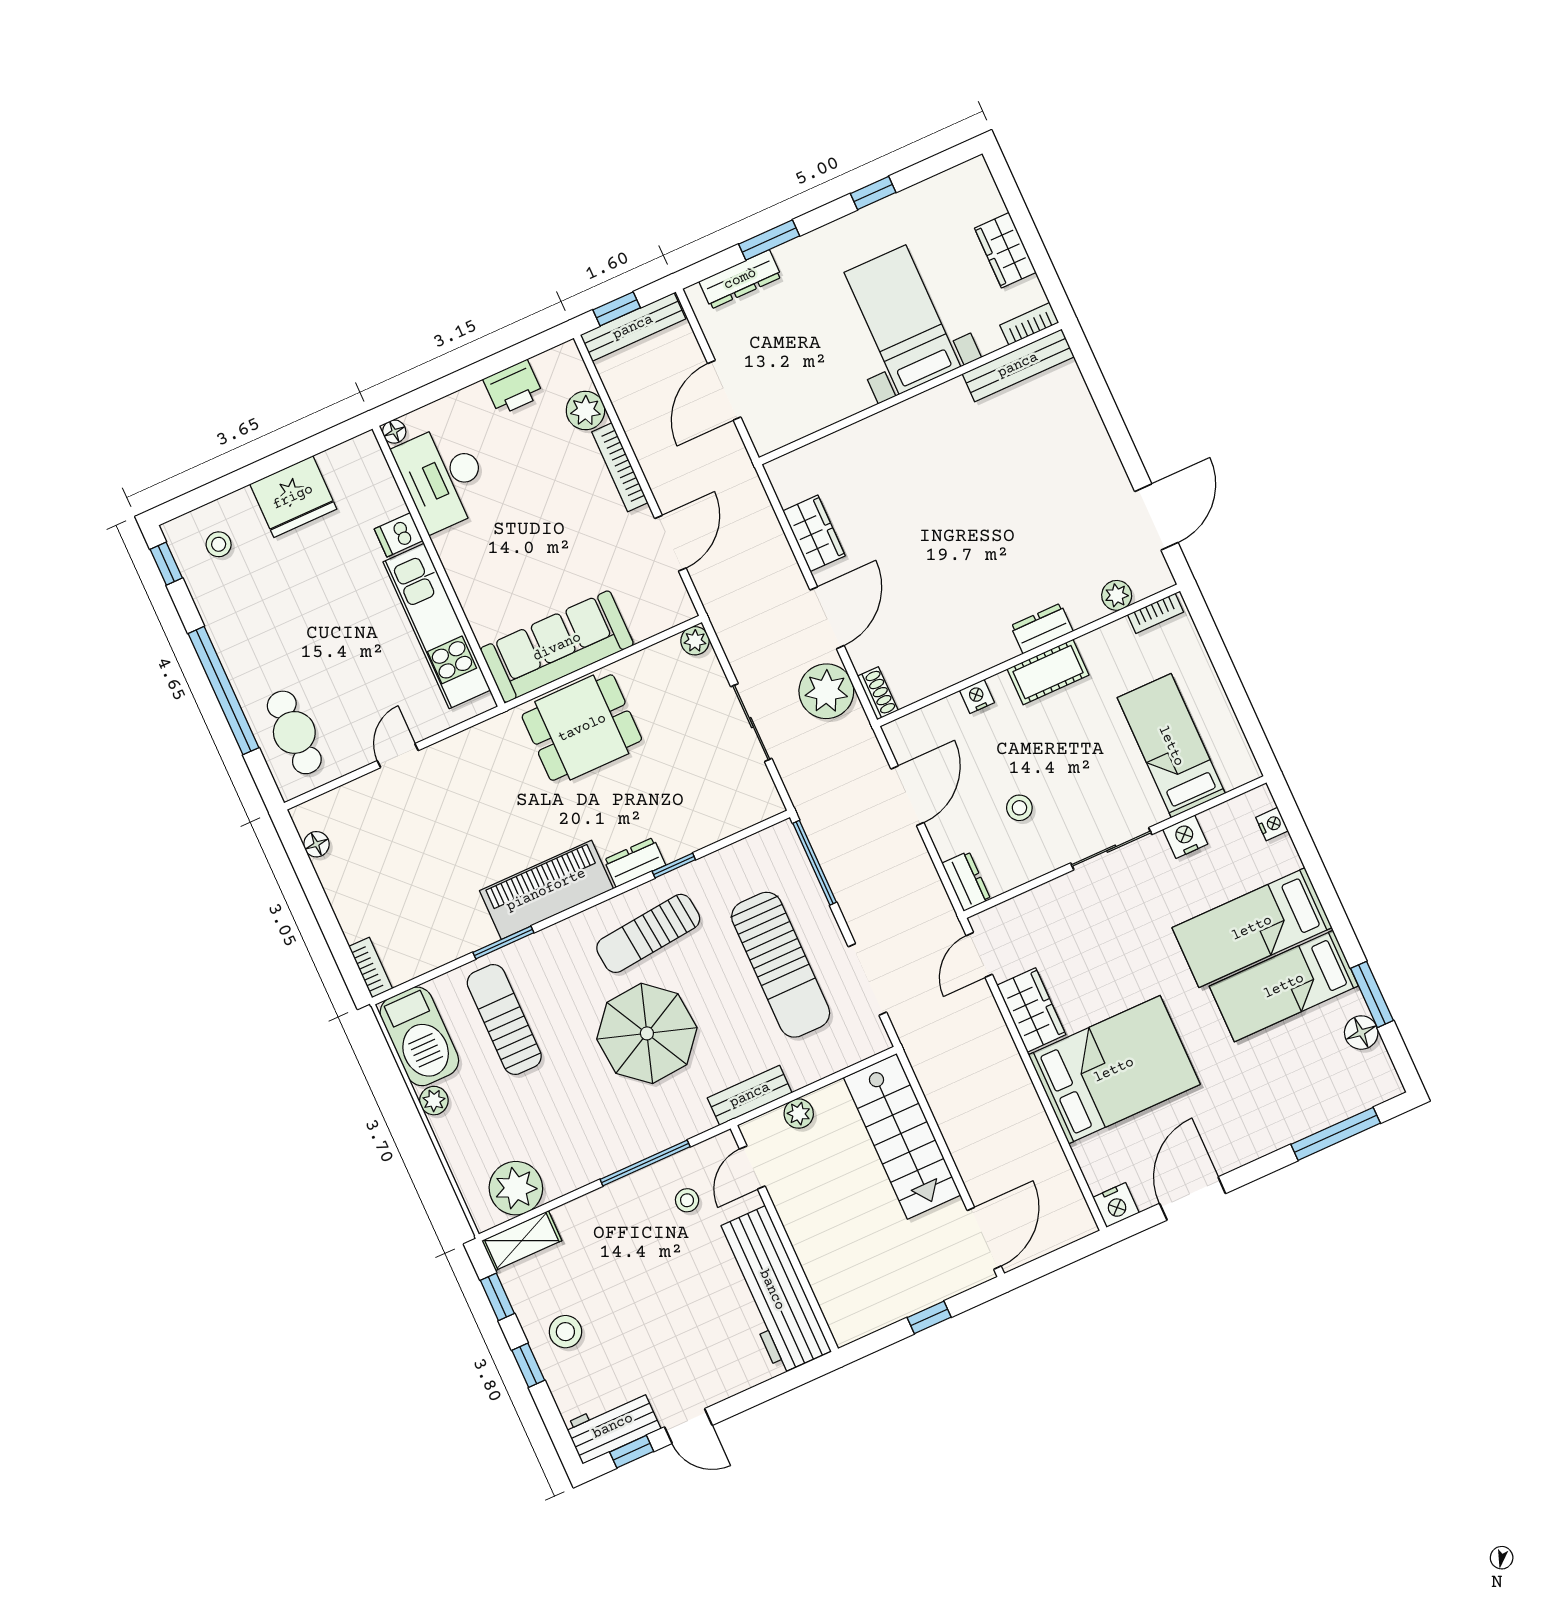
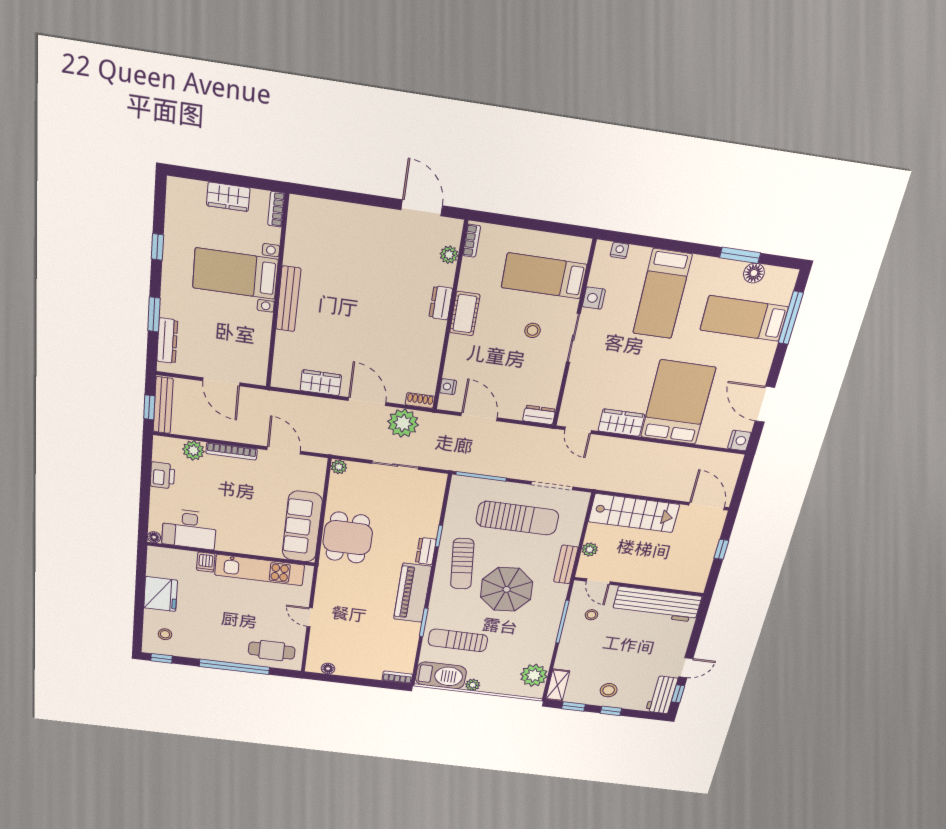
bench: (1018, 365) -> (288, 299), moved
nightstand: (977, 696) -> (448, 387), moved
stool: (1019, 808) -> (533, 330), moved
bed: (1284, 986) -> (744, 318), moved, turned 90

